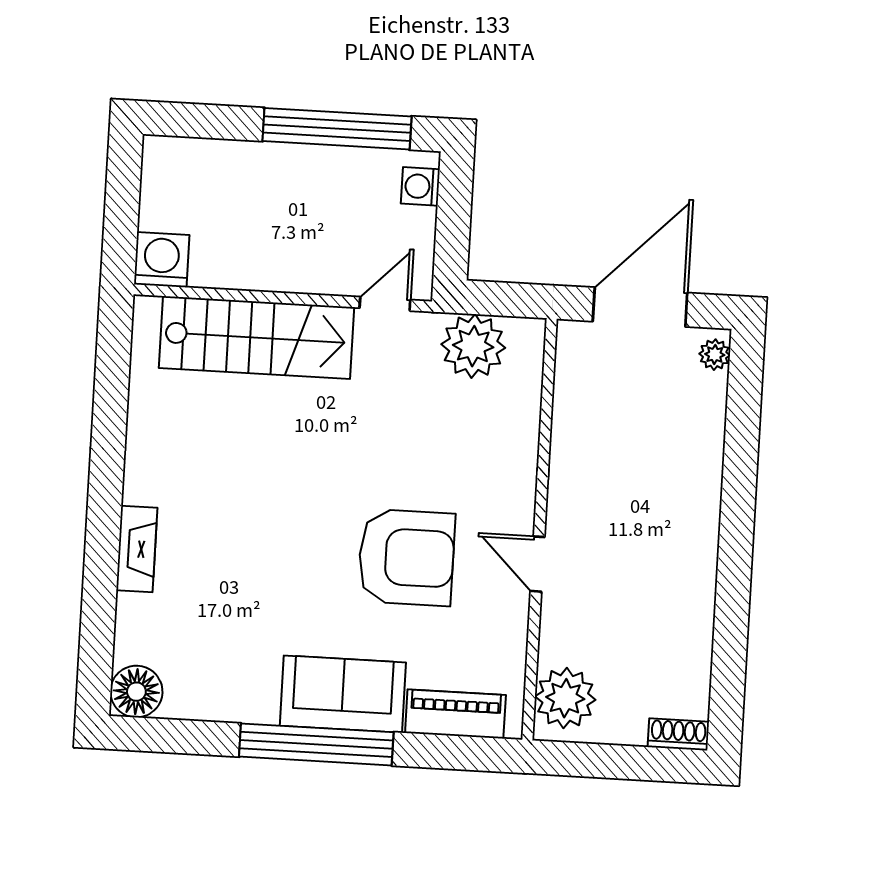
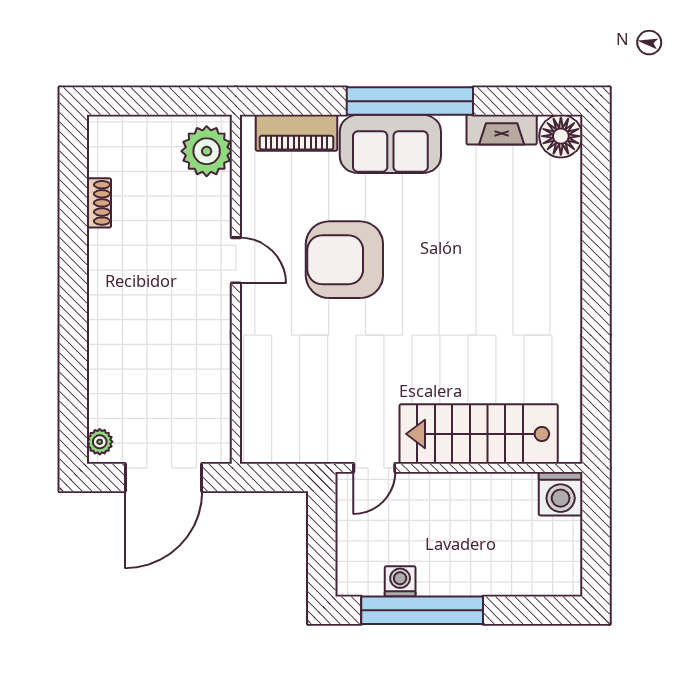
washing machine: (420, 186) -> (400, 581), moved, turned -90
plant: (473, 346) -> (299, 437), removed
fireplace: (137, 549) -> (502, 130), moved, turned -90
shoe rack: (678, 734) -> (99, 203), moved, turned -90

